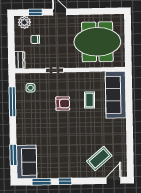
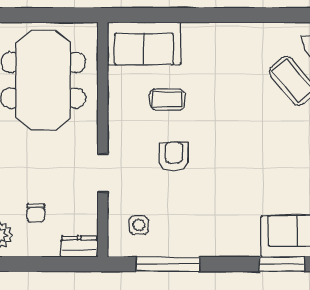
sofa: (116, 95) -> (144, 43), width x0.73

